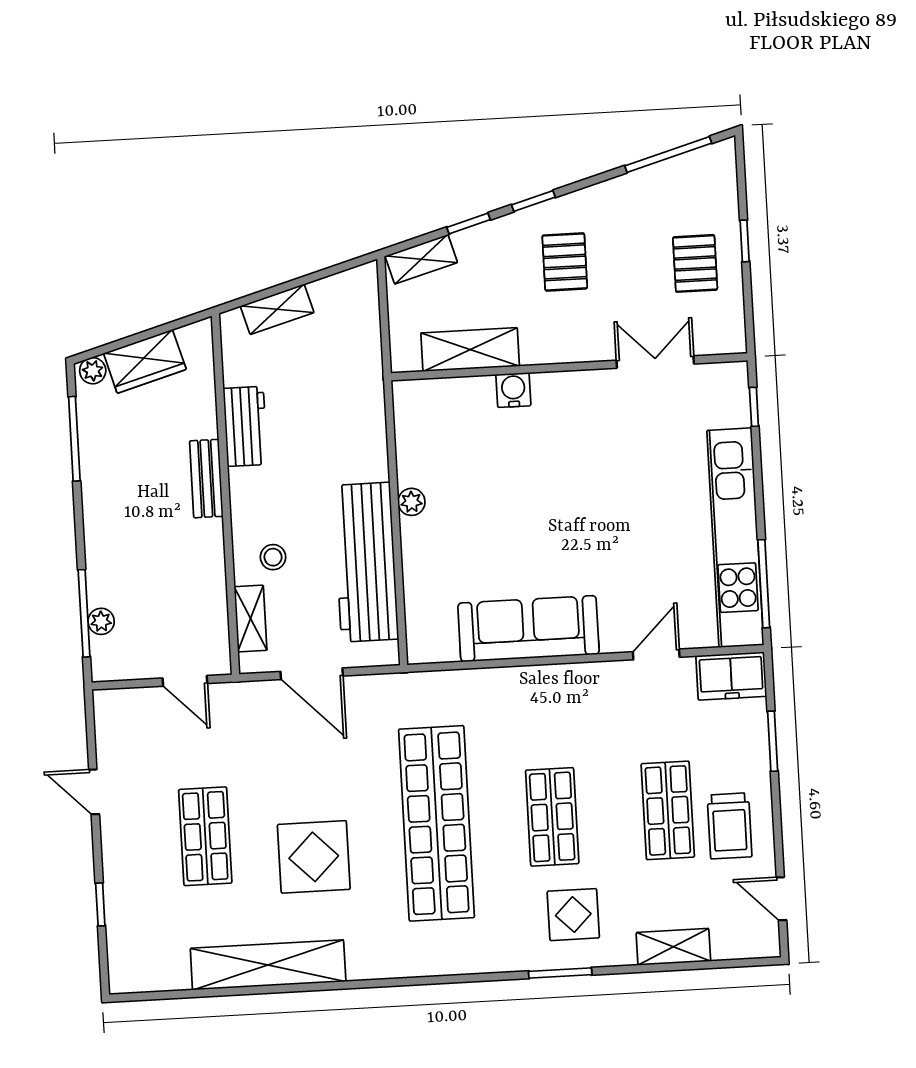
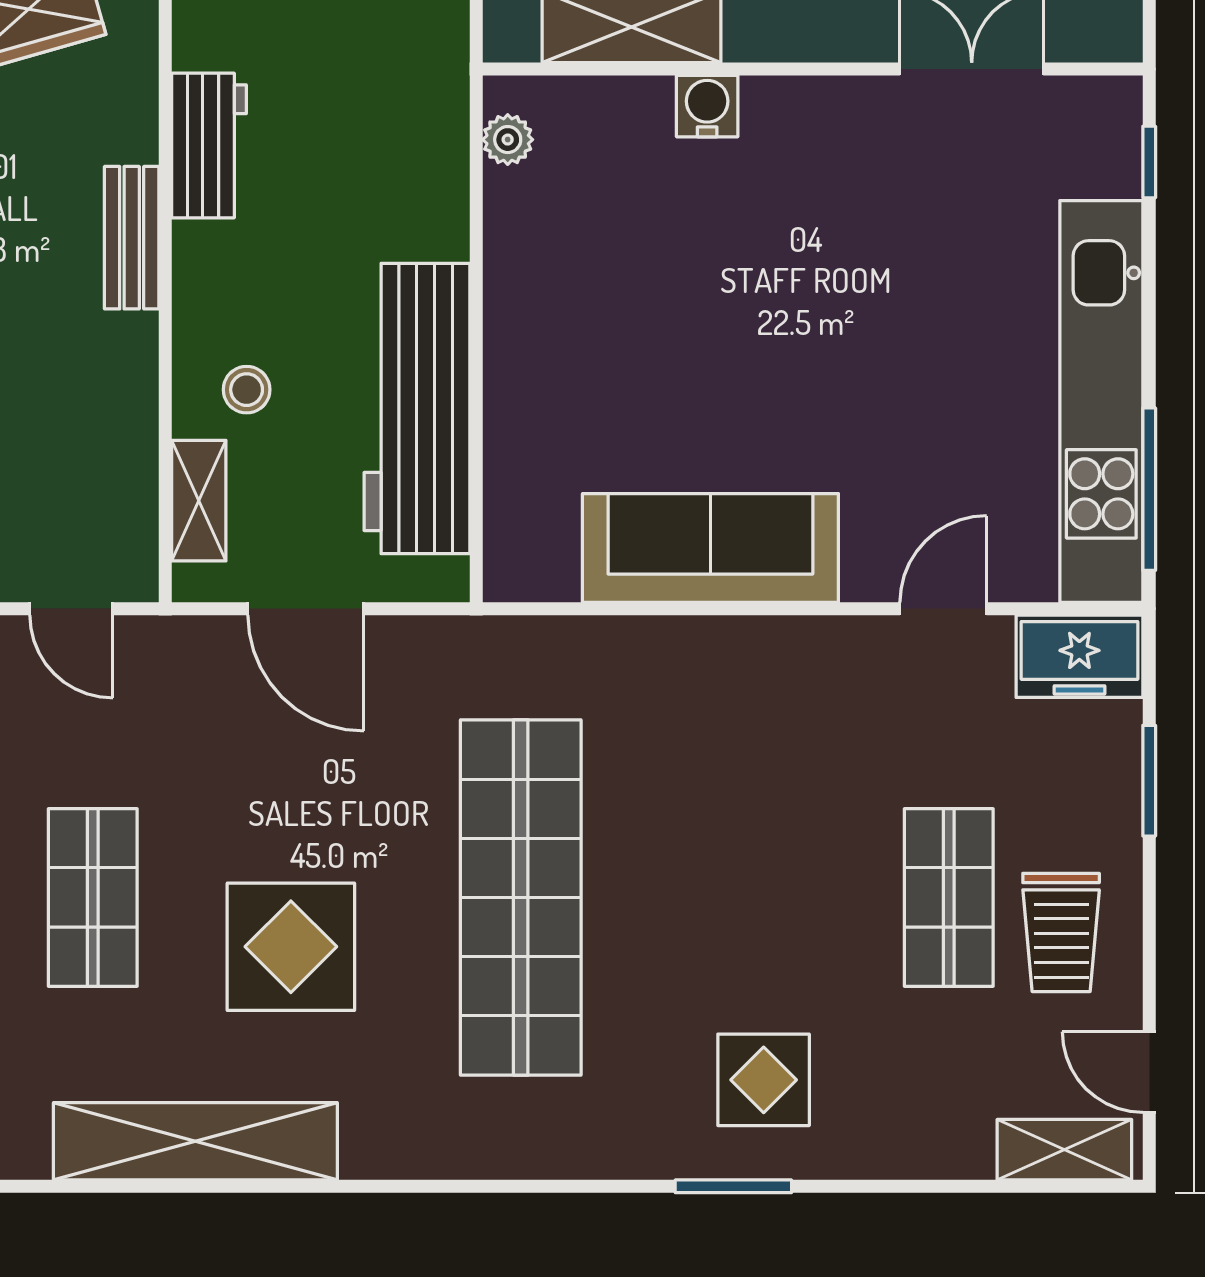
plant: (411, 502) -> (508, 140), moved
shop shelf: (552, 817) -> (735, 897), removed
shelving: (673, 947) -> (1064, 1150), moved

